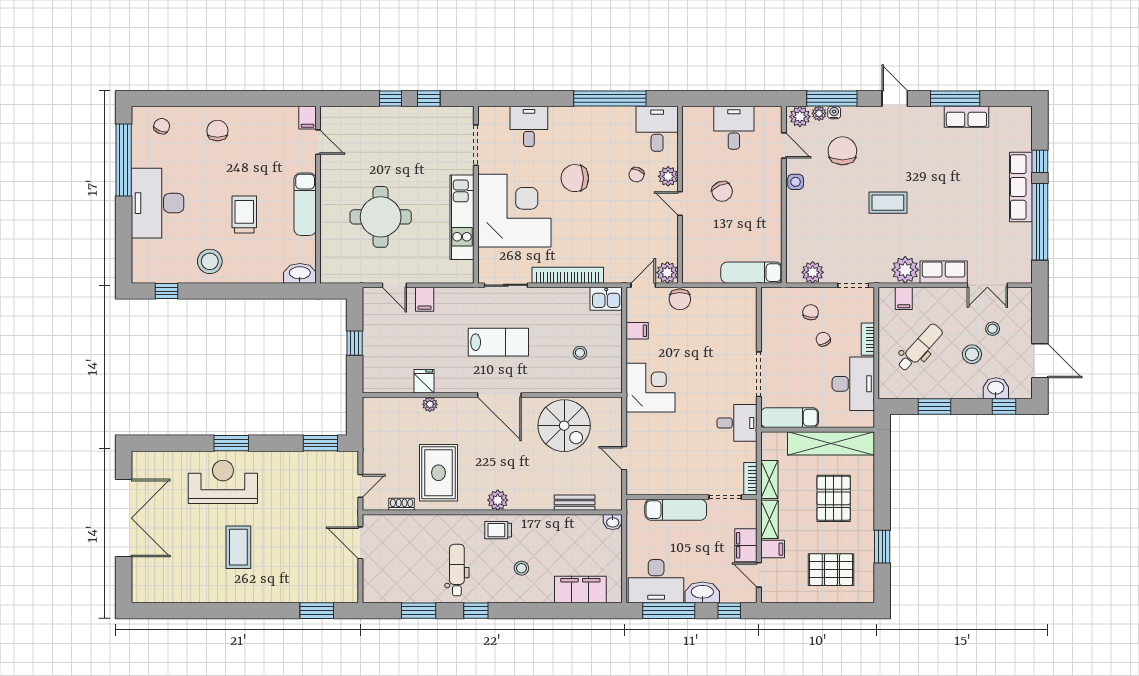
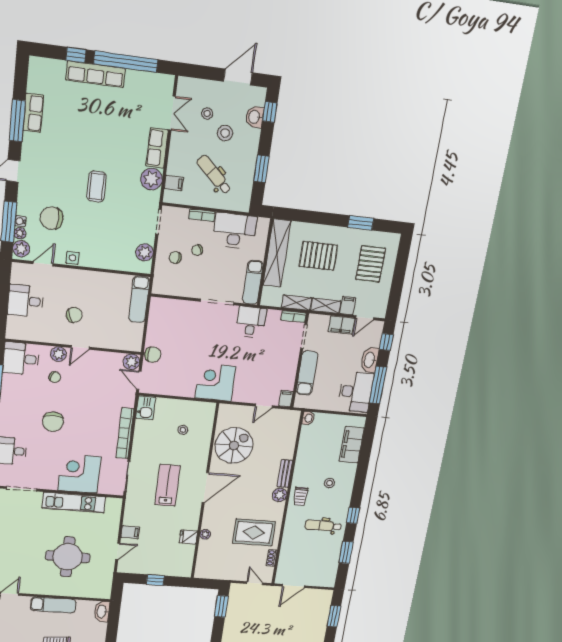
corner desk: (514, 211) -> (79, 474), width x0.74, depth x0.74
filing cabinet: (637, 331) -> (286, 399), moved
bench: (575, 503) -> (285, 474), moved

